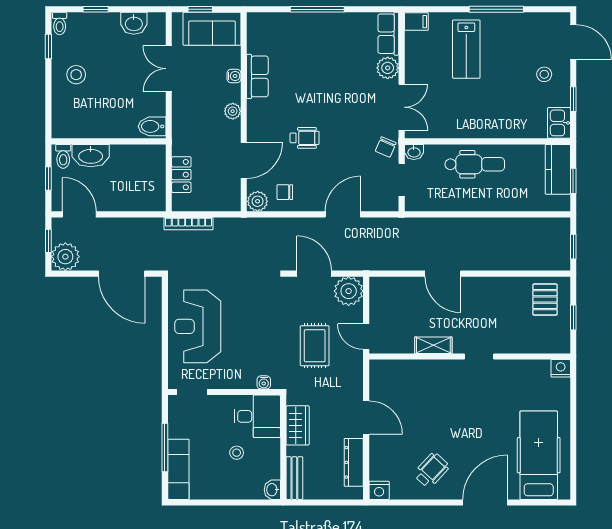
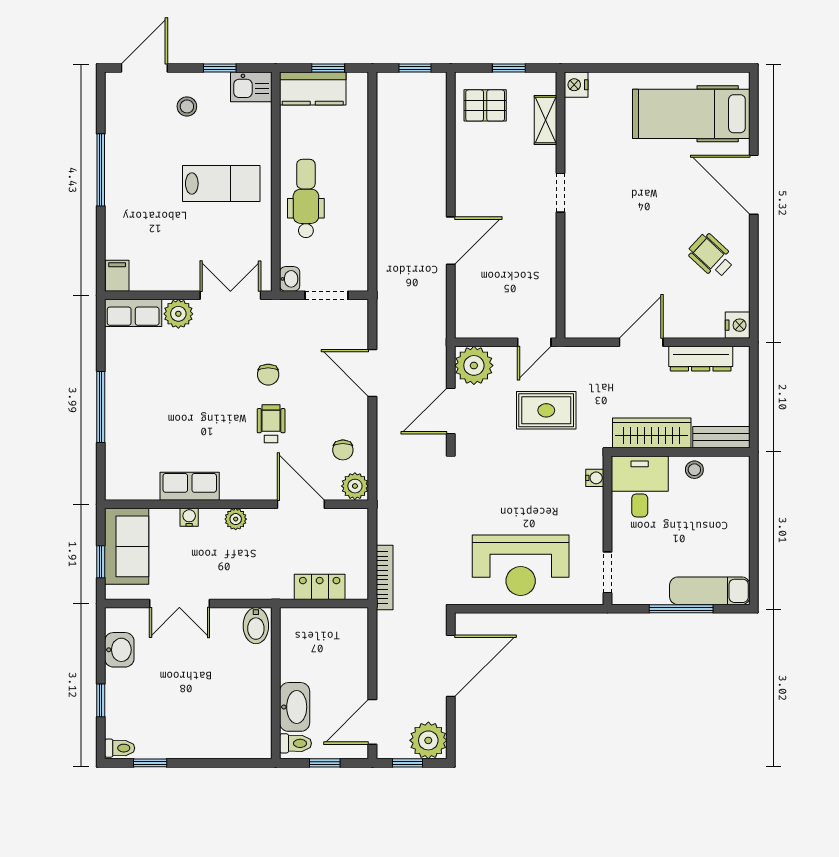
lab bench: (466, 49) -> (221, 184), moved
stool: (76, 75) -> (187, 726), removed
chair: (386, 147) -> (268, 375), moved, turned 67
shelving: (433, 345) -> (545, 120), moved
wardrobe: (298, 425) -> (652, 433), width x1.50
stool: (237, 453) -> (694, 470), moved
washbasin: (272, 490) -> (737, 467), removed

